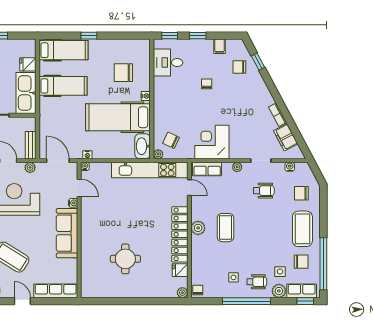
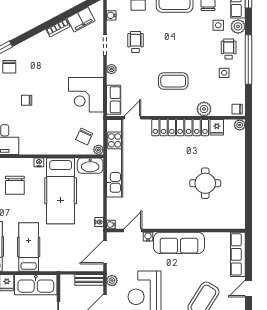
plant: (198, 228) -> (204, 109), moved

